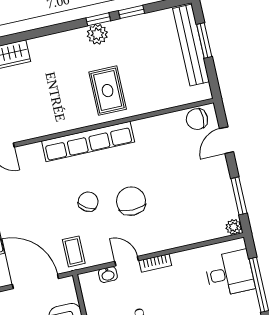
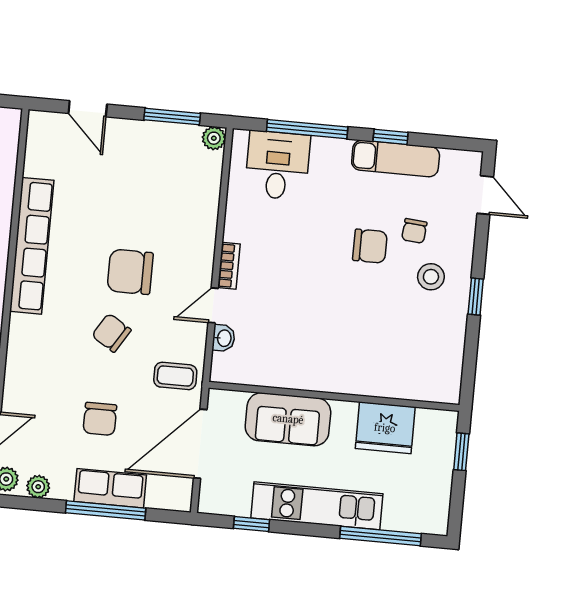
chair: (197, 119) -> (100, 419), moved
row of seats: (88, 142) -> (32, 246), moved

